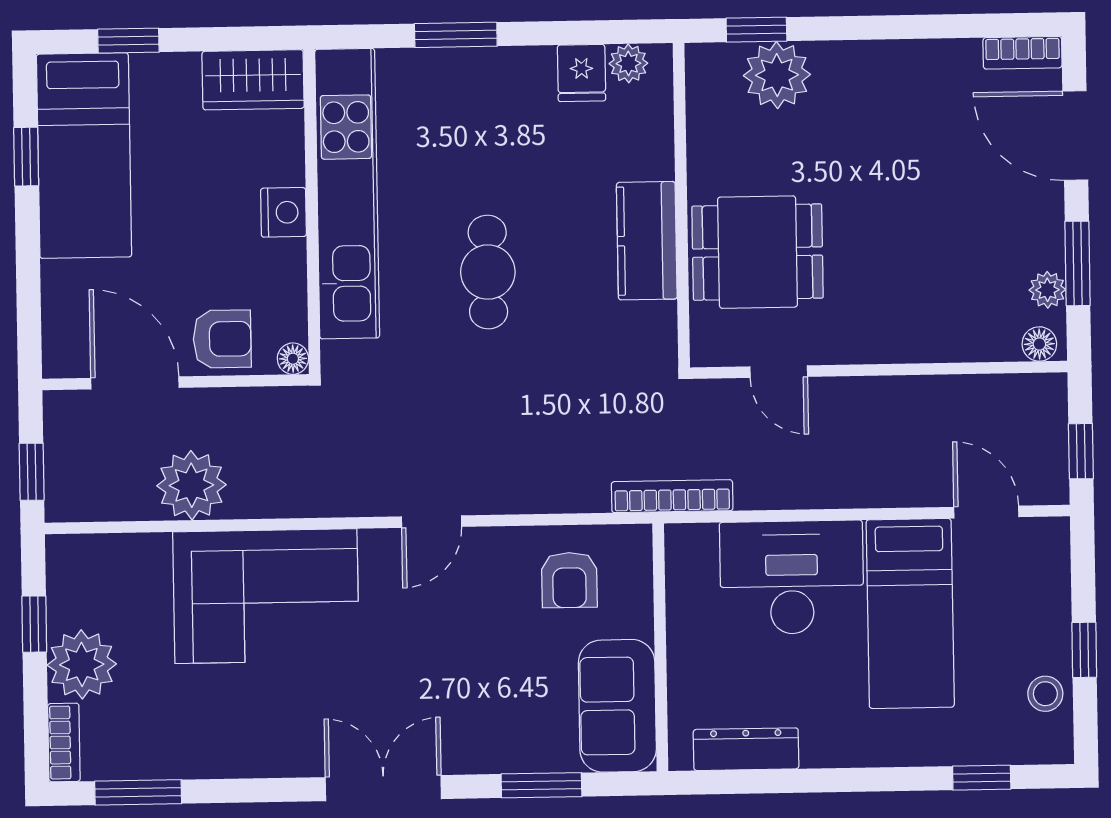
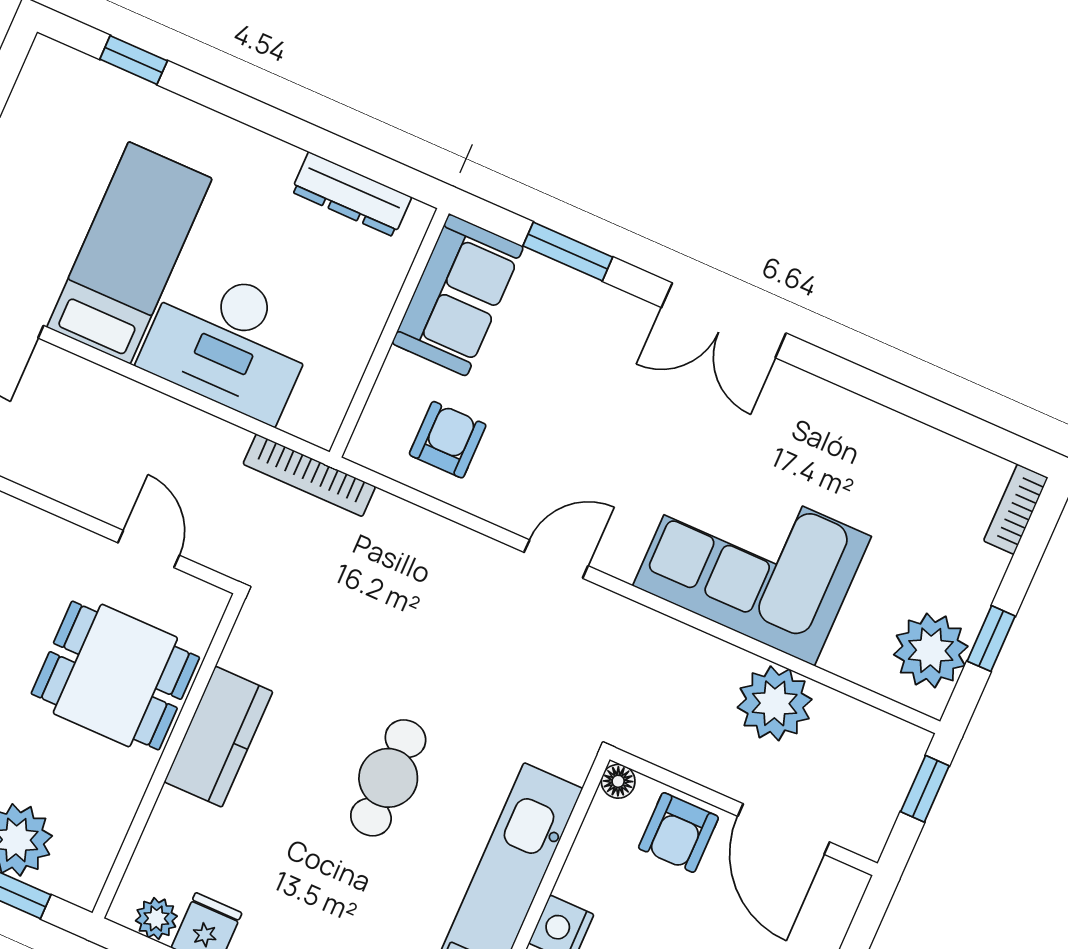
armchair: (222, 339) -> (678, 833), turned -90
plant: (82, 664) -> (931, 650), moved
stool: (1045, 694) -> (33, 113), removed
window: (138, 792) -> (966, 427), removed

